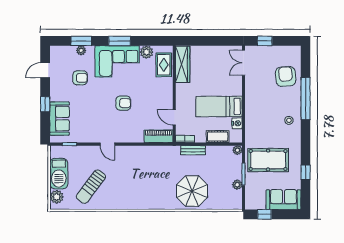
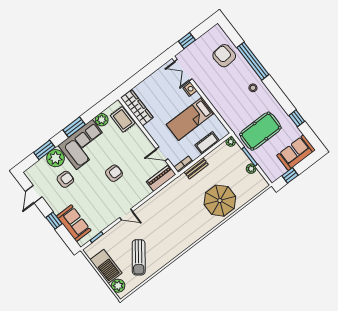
plant: (81, 50) -> (56, 158), width x1.88, depth x1.88
nightstand: (237, 123) -> (190, 89), moved

